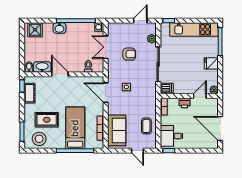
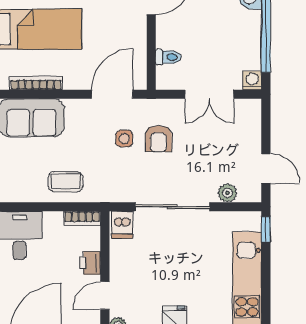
double door: (106, 47) -> (209, 94), swing flipped
armchair: (129, 54) -> (158, 139), moved
door: (200, 96) -> (105, 296), swing flipped
coffee table: (146, 126) -> (66, 182), moved

